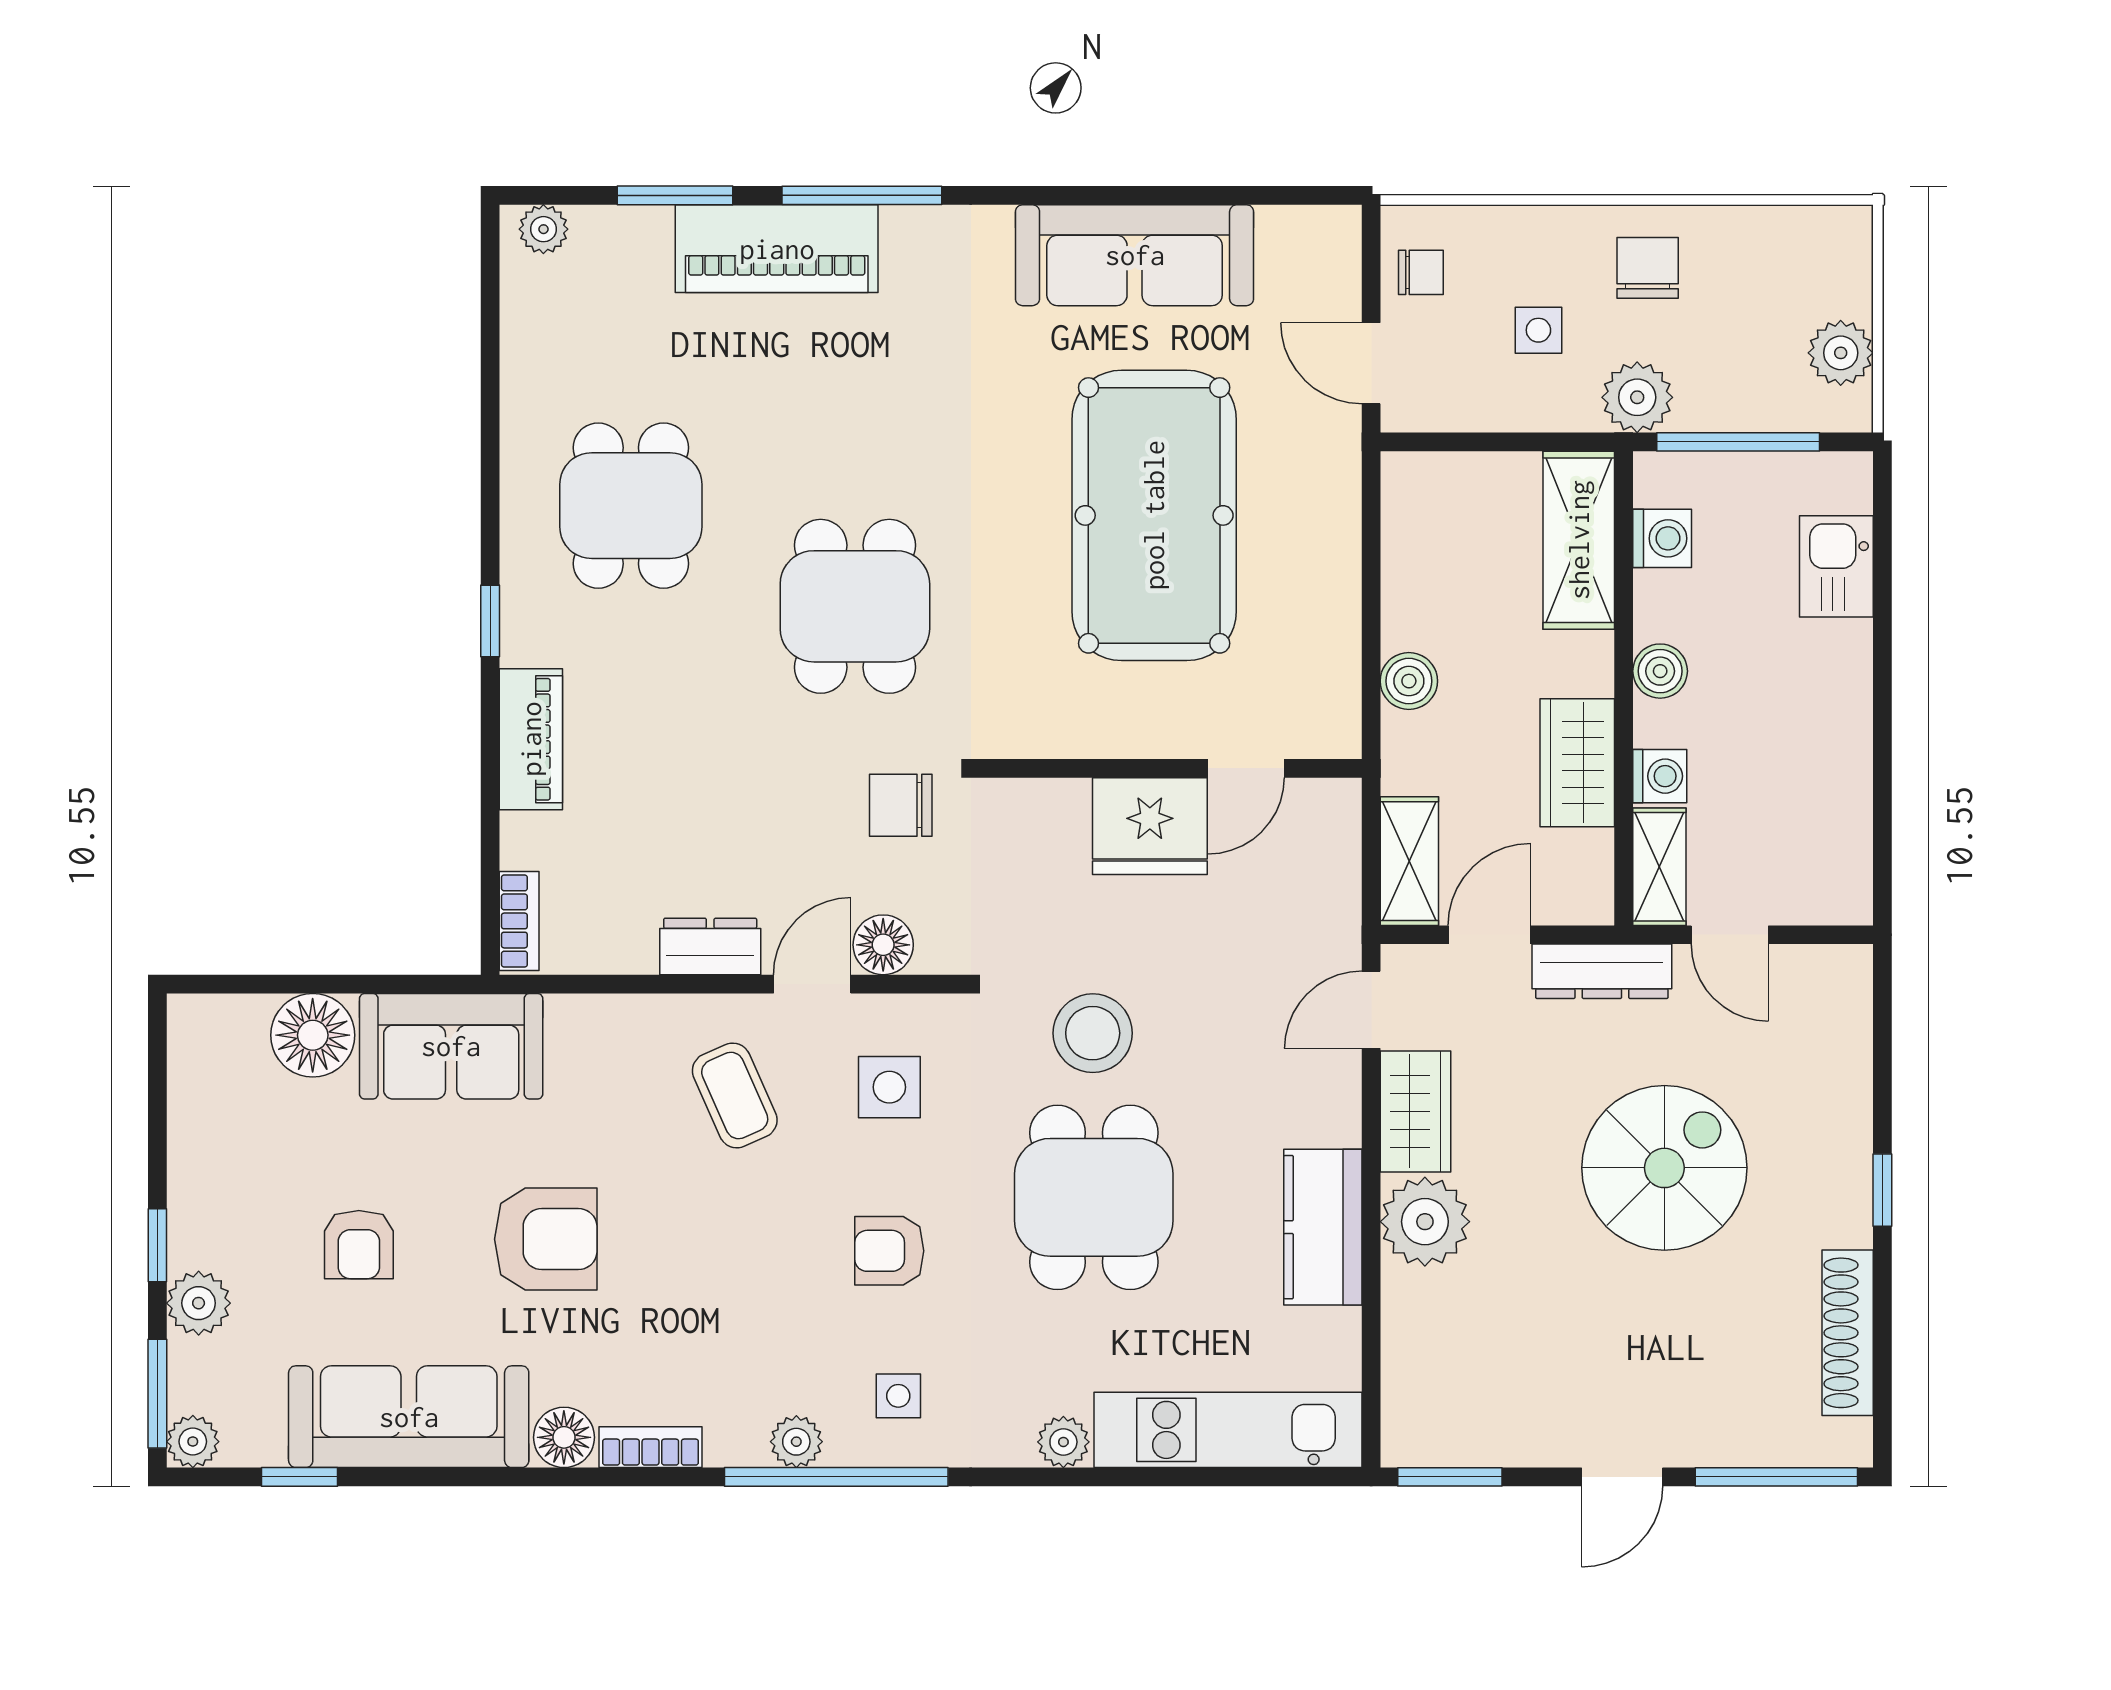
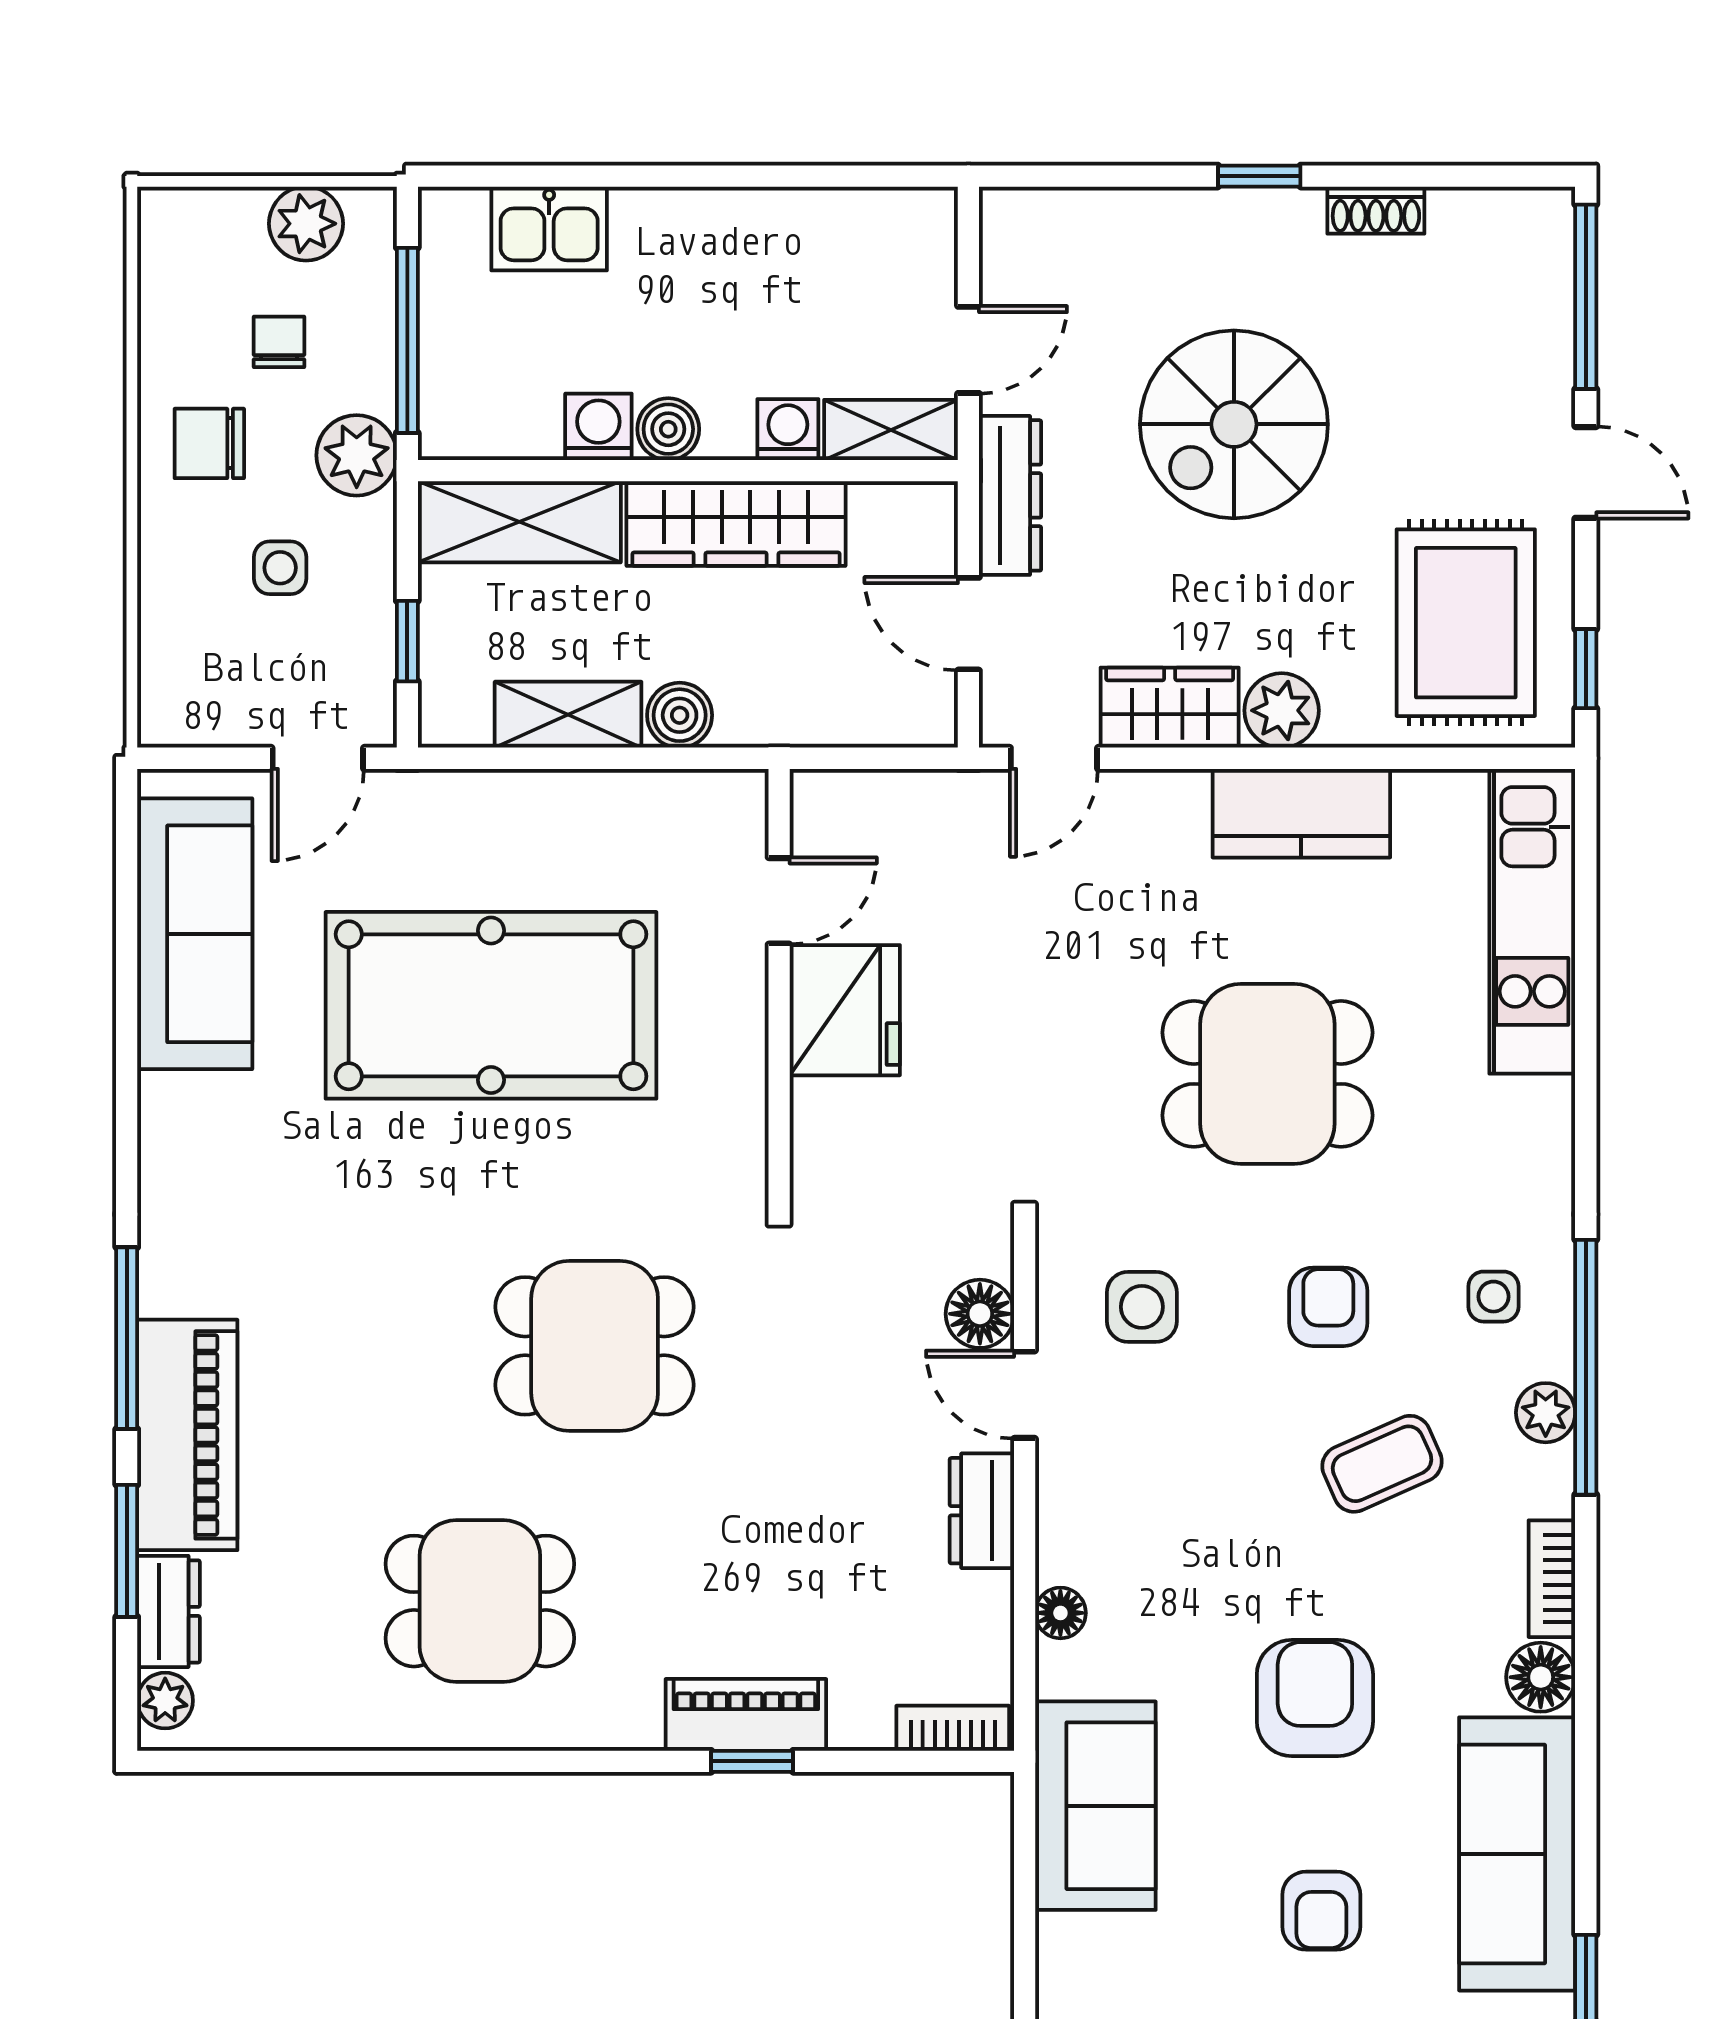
dresser: (622, 232) -> (169, 1611), added
sofa: (1135, 255) -> (195, 934), moved
chair: (1421, 272) -> (279, 342), moved
window: (1474, 442) -> (407, 641), added
washing machine: (1662, 538) -> (598, 427), moved
window: (490, 621) -> (752, 1761), moved
wardrobe: (1577, 763) -> (736, 524), width x1.50
door: (1246, 768) -> (779, 901), hinge flipped
chair: (901, 805) -> (821, 1294), removed
shelving: (1409, 861) -> (568, 715), moved
door: (1371, 1010) -> (1054, 758), hinge flipped
stool: (1093, 1033) -> (1081, 1075), removed
floor lamp: (313, 1035) -> (1060, 1613), moved, width x0.53, depth x0.53
coffee table: (735, 1095) -> (1382, 1464), moved
spiral stairs: (1664, 1168) -> (1234, 424), turned -90
plant: (1425, 1222) -> (1282, 710), width x0.73, depth x0.73
armchair: (359, 1245) -> (1321, 1911), turned 90
armchair: (889, 1251) -> (1328, 1307), turned 180
shoe rack: (1848, 1333) -> (1376, 210), width x0.51, depth x0.81
rug: (1490, 1372) -> (1466, 623), added
plant: (1063, 1442) -> (1546, 1109), removed
window: (1450, 1477) -> (1586, 669), width x0.67

